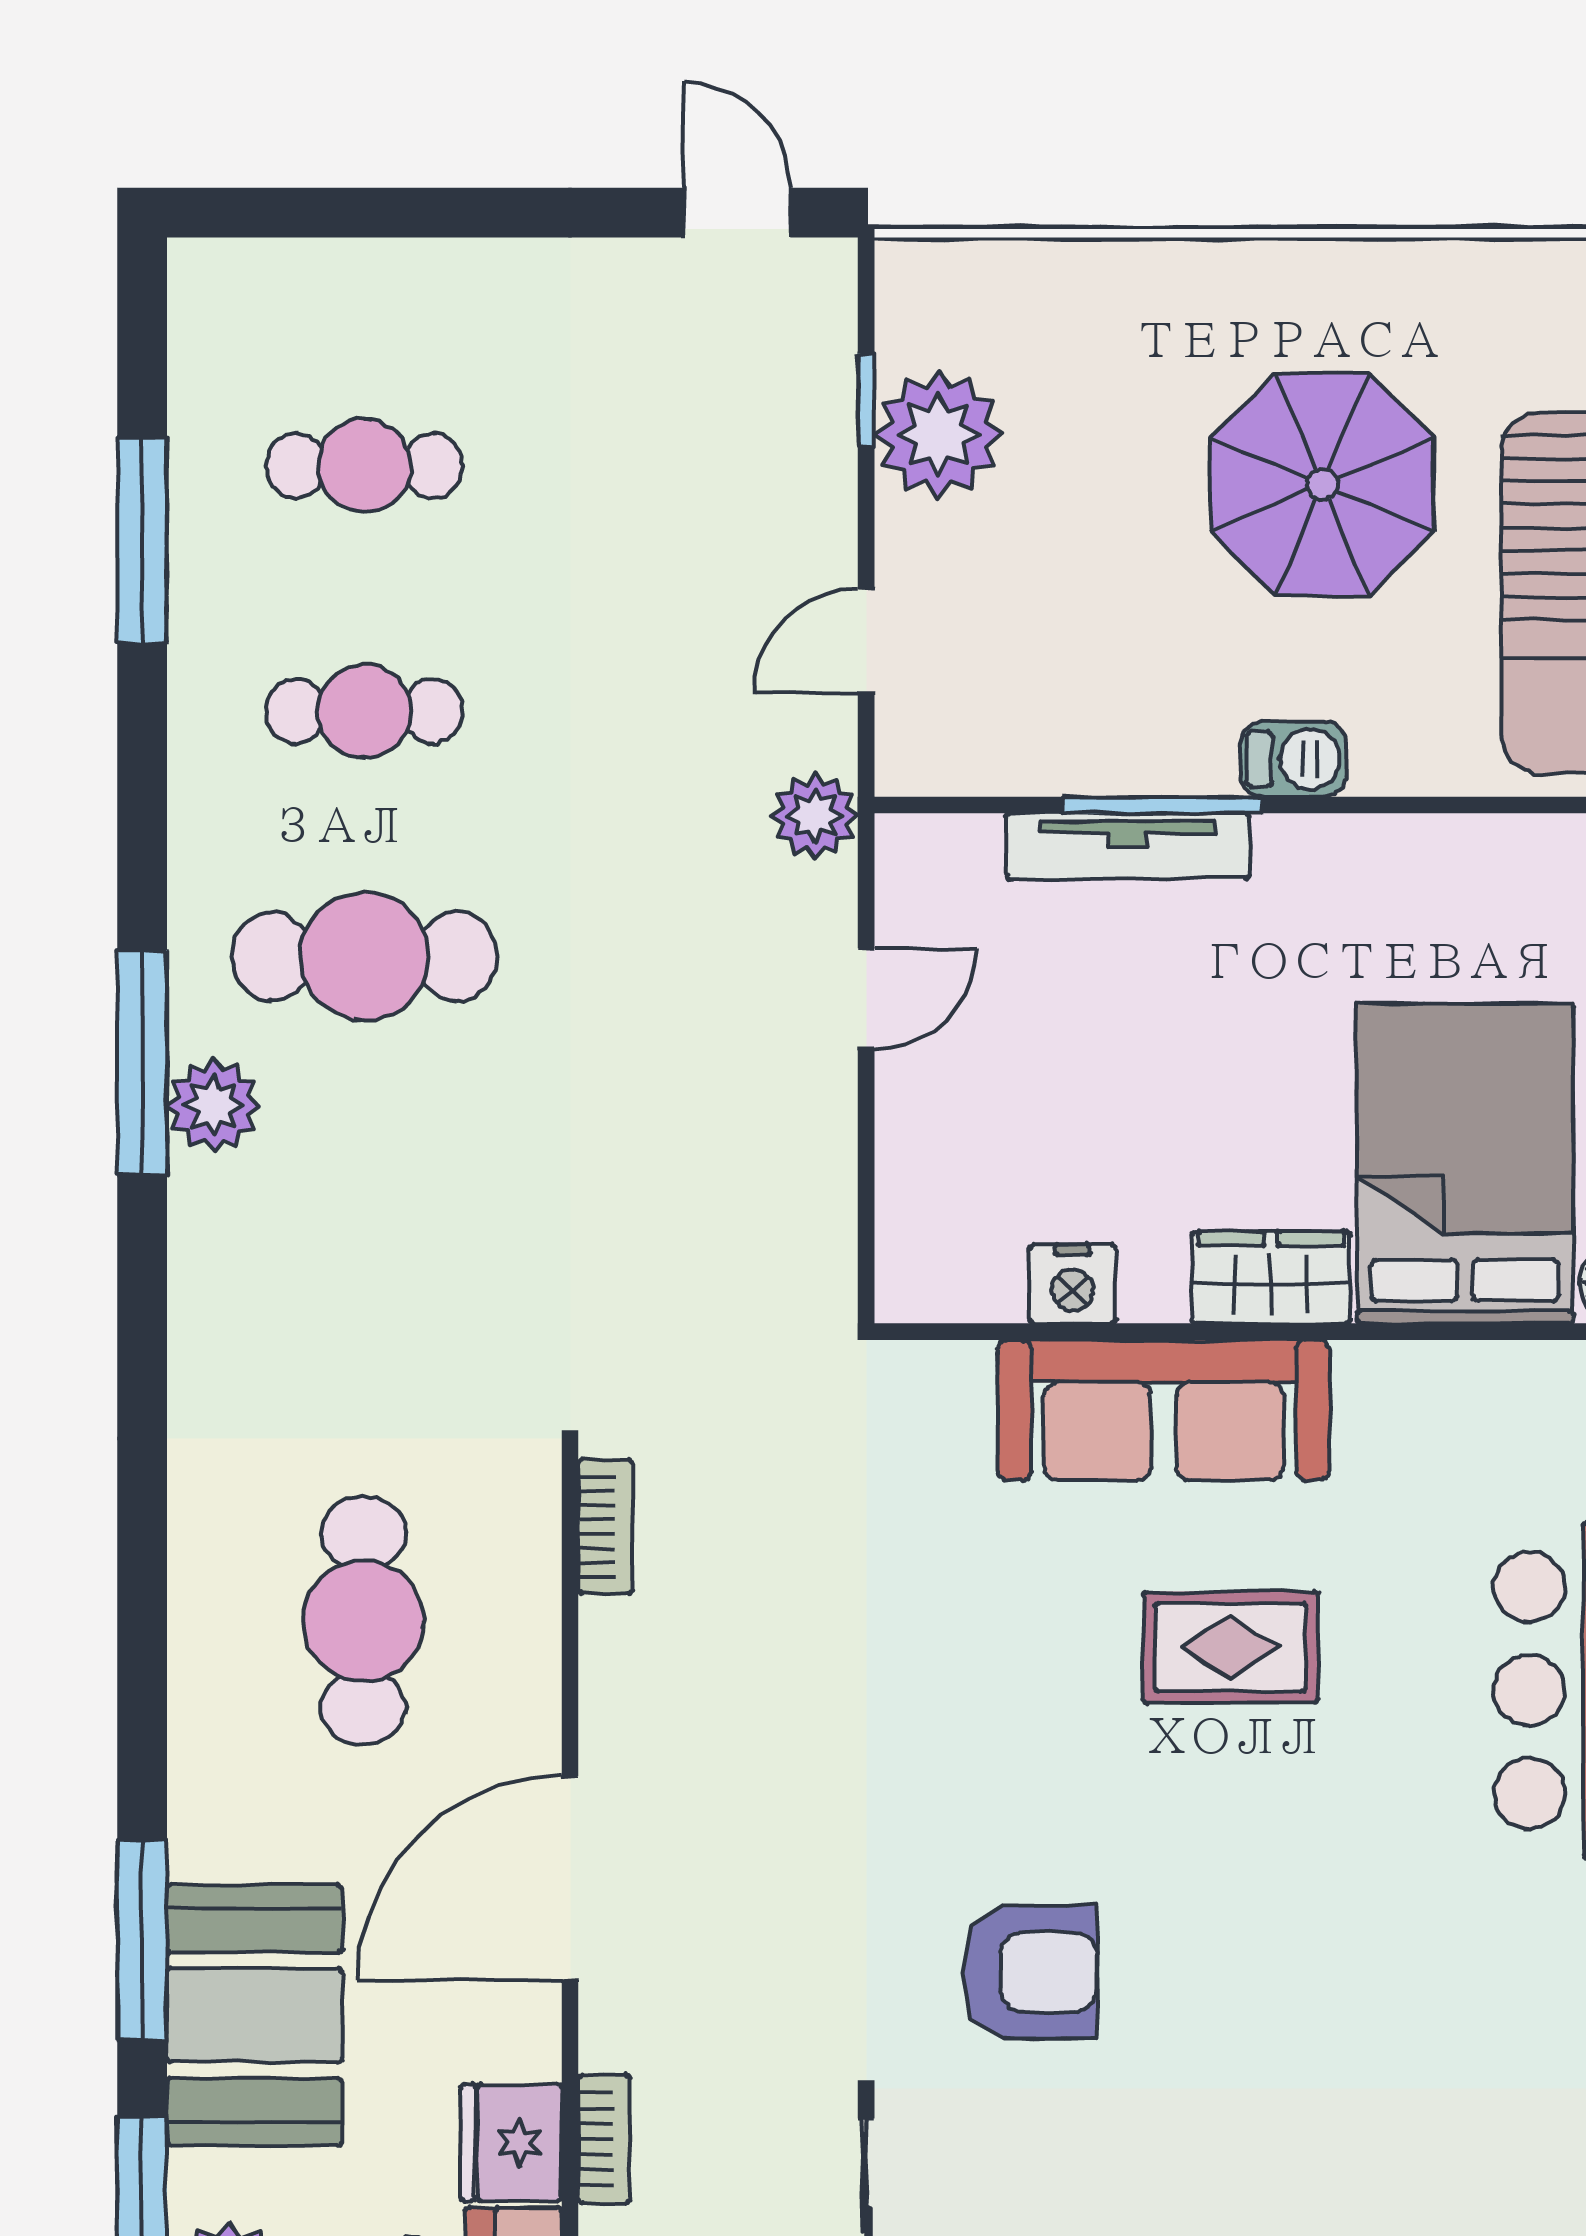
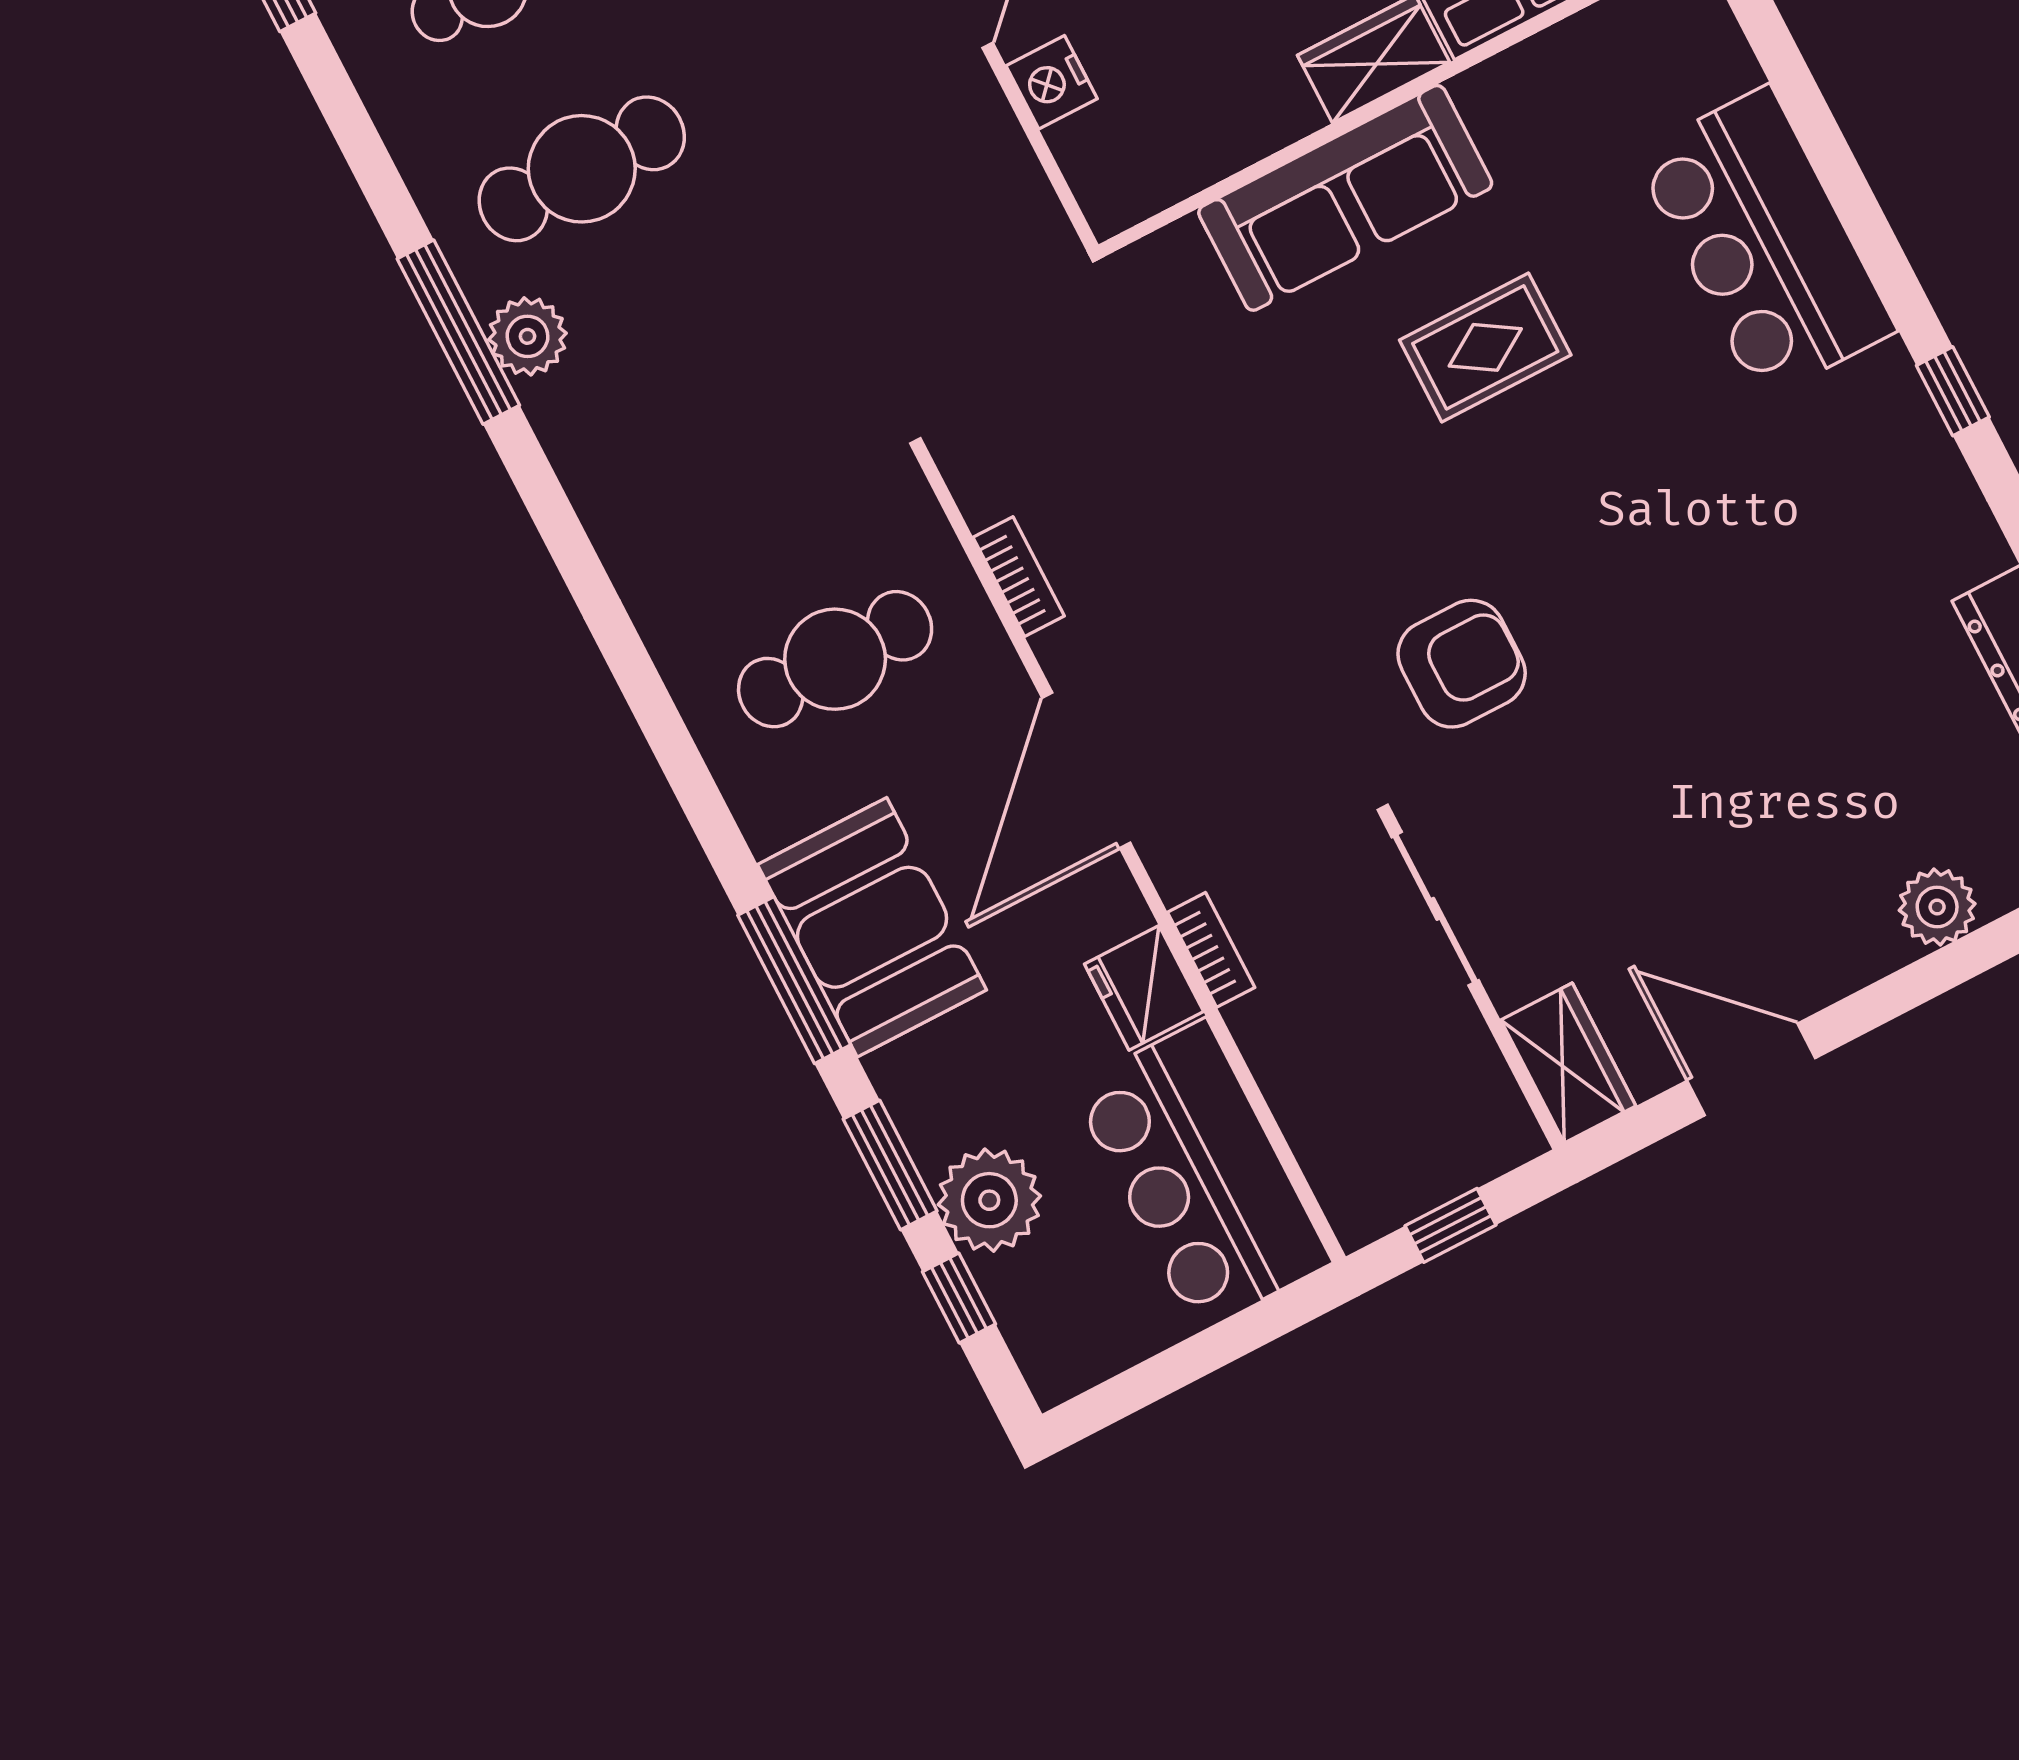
nightstand: (1072, 1284) -> (1052, 82), moved, turned 90
bookcase: (605, 1527) -> (1019, 577), moved
cafe table: (363, 1620) -> (835, 659), turned 90
booth: (254, 2015) -> (872, 927), moved

